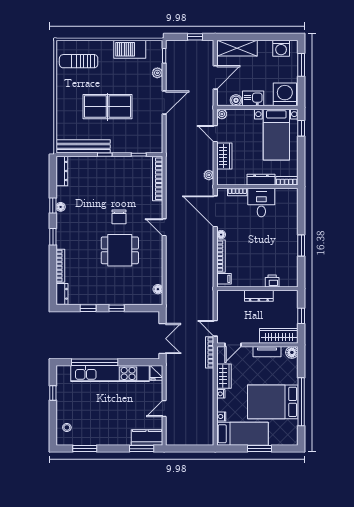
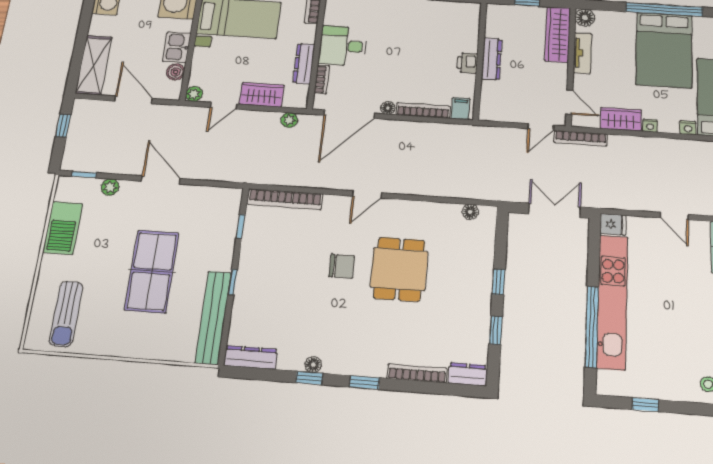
dresser: (261, 180) -> (304, 64), moved
printer: (272, 281) -> (467, 63), moved

